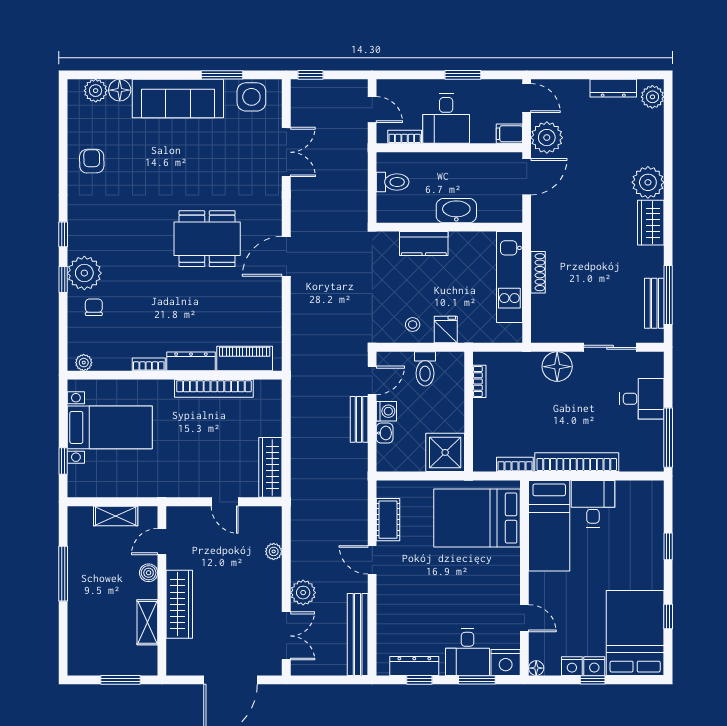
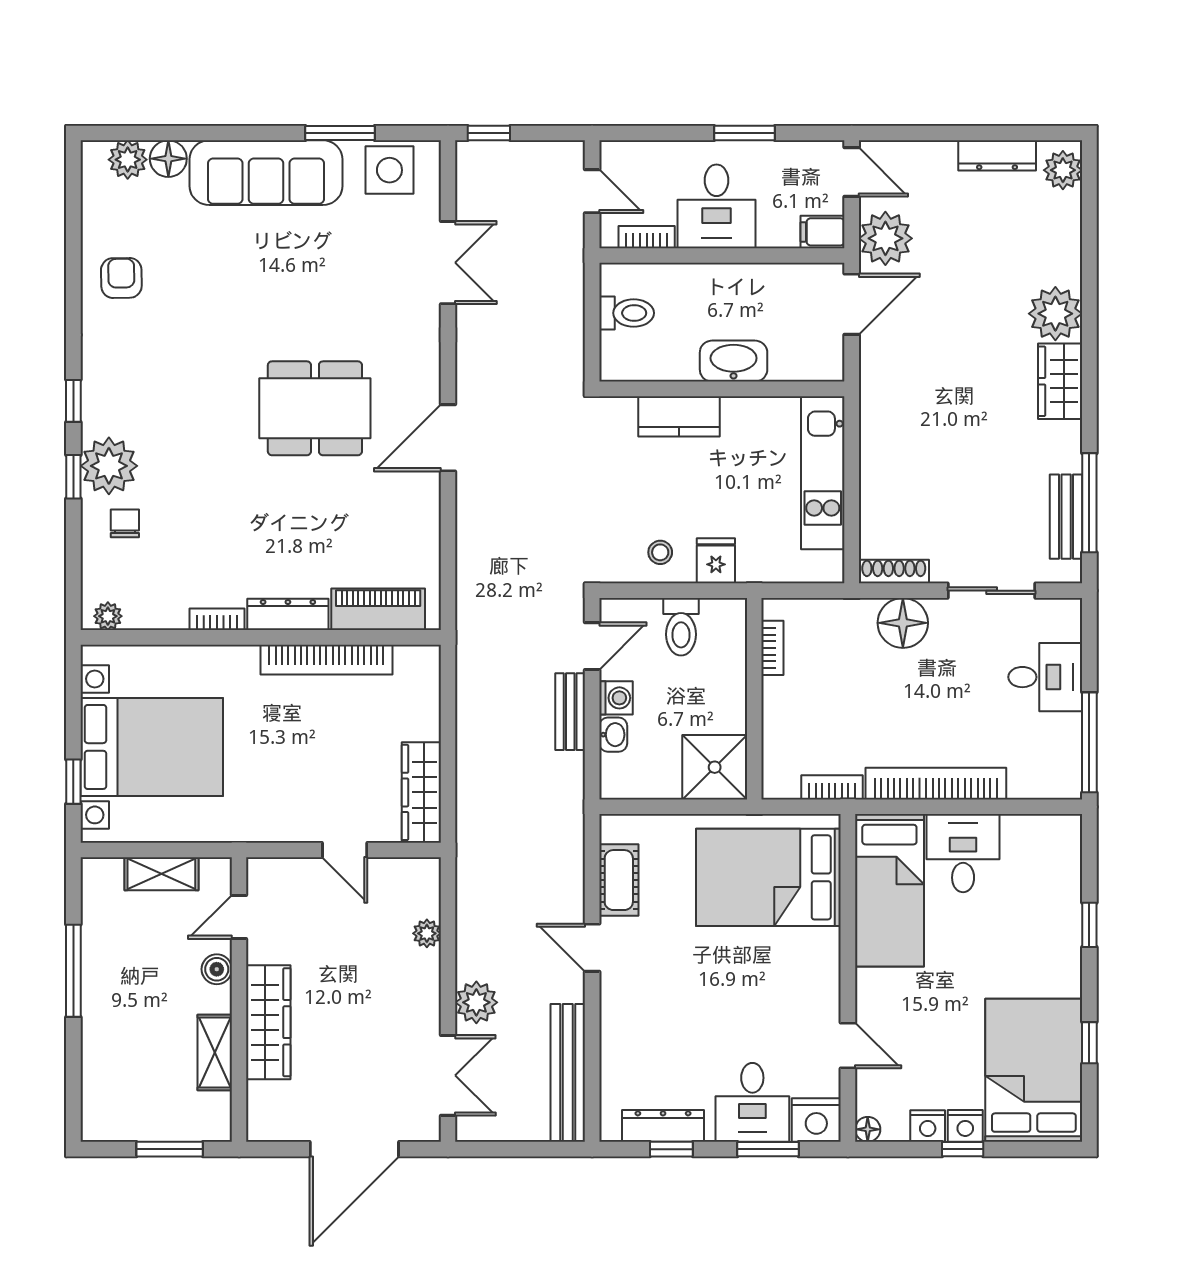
shoe rack: (538, 272) -> (894, 571), moved, turned -90
bed with nightstands: (110, 427) -> (152, 747), width x1.36

